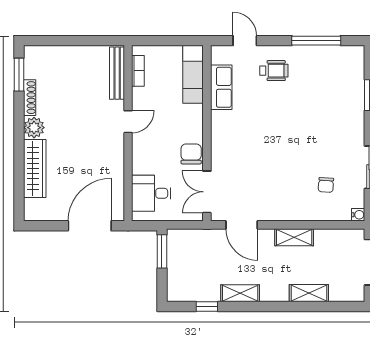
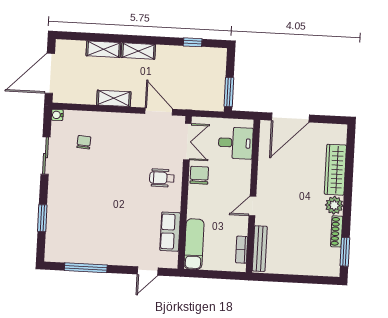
door: (245, 41) -> (148, 271), hinge flipped
wheelchair: (274, 71) -> (162, 178), moved
chair: (191, 154) -> (199, 175), turned 180
shelving: (240, 293) -> (138, 51), moved

